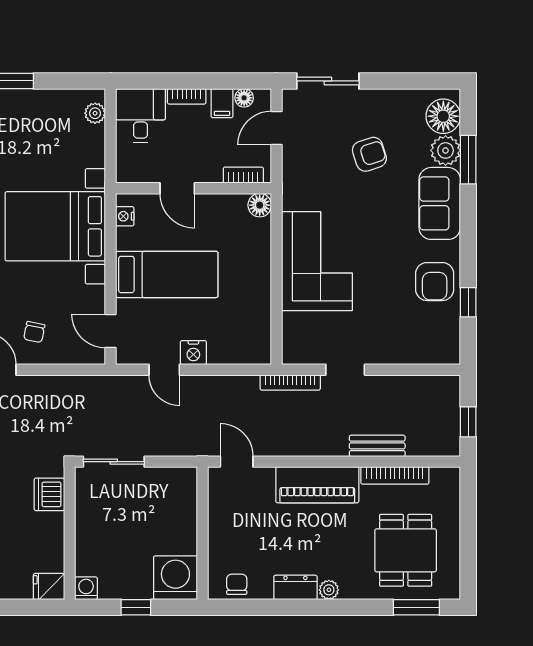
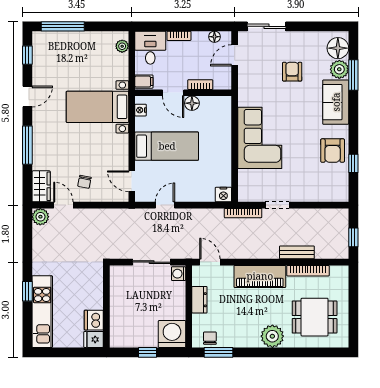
filing cabinet: (222, 103) -> (144, 82), moved, turned -90
armchair: (369, 154) -> (292, 72), turned -72
bookcase: (243, 175) -> (200, 85), moved
floor lamp: (260, 205) -> (192, 103), moved
bed with nightstands: (55, 226) -> (97, 107), width x0.73
nightstand: (193, 353) -> (223, 195), moved
door: (164, 370) -> (165, 205), swing flipped
sliding door: (114, 462) -> (152, 262), moved
dishwasher: (49, 494) -> (94, 320), moved
dining table: (406, 550) -> (315, 317), turned 90
dresser: (295, 587) -> (199, 300), moved, turned 90
washing machine: (86, 588) -> (179, 274), moved, turned -90
plant: (329, 590) -> (272, 336), width x1.88, depth x1.88
window: (416, 607) -> (219, 352), moved

